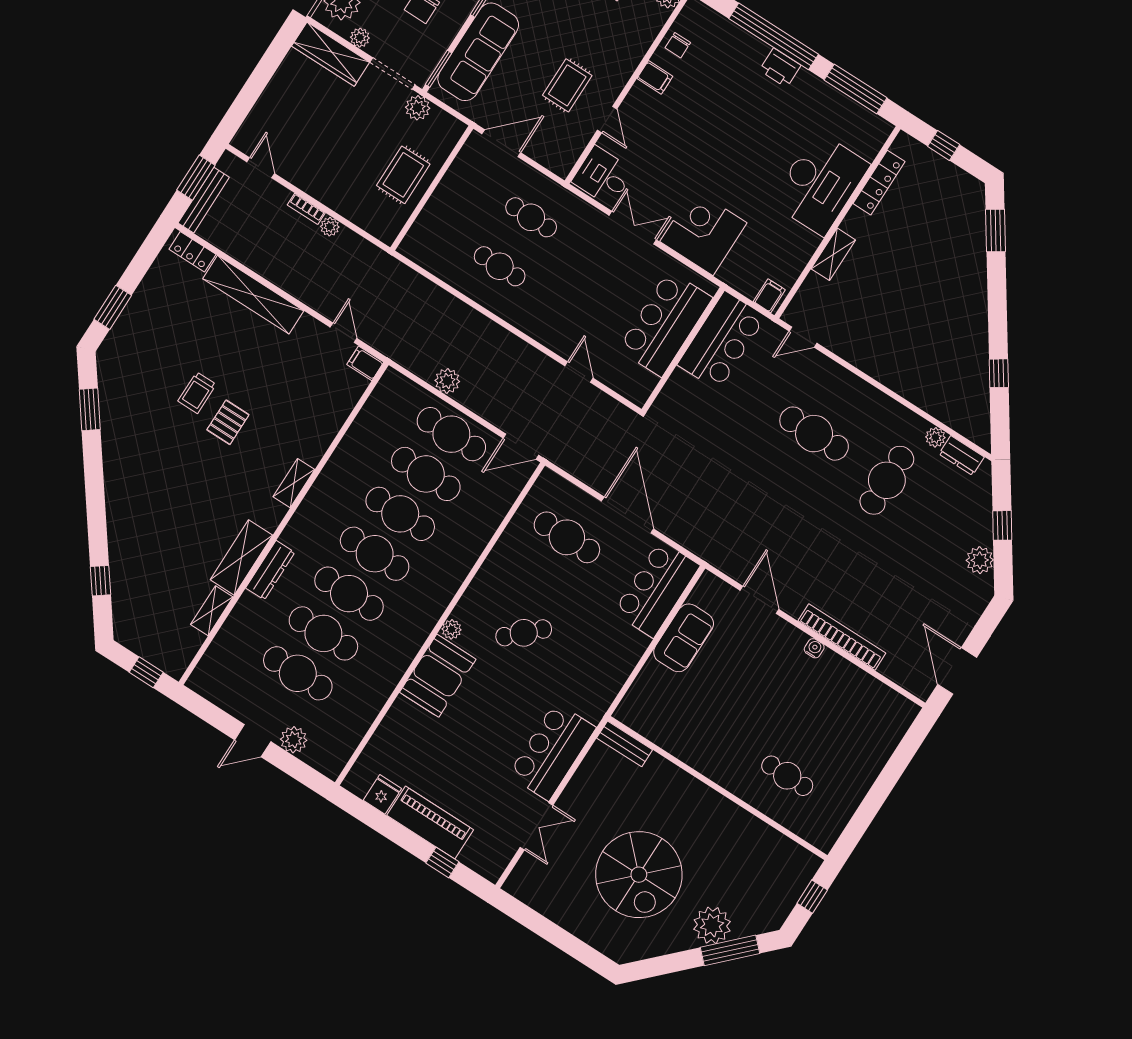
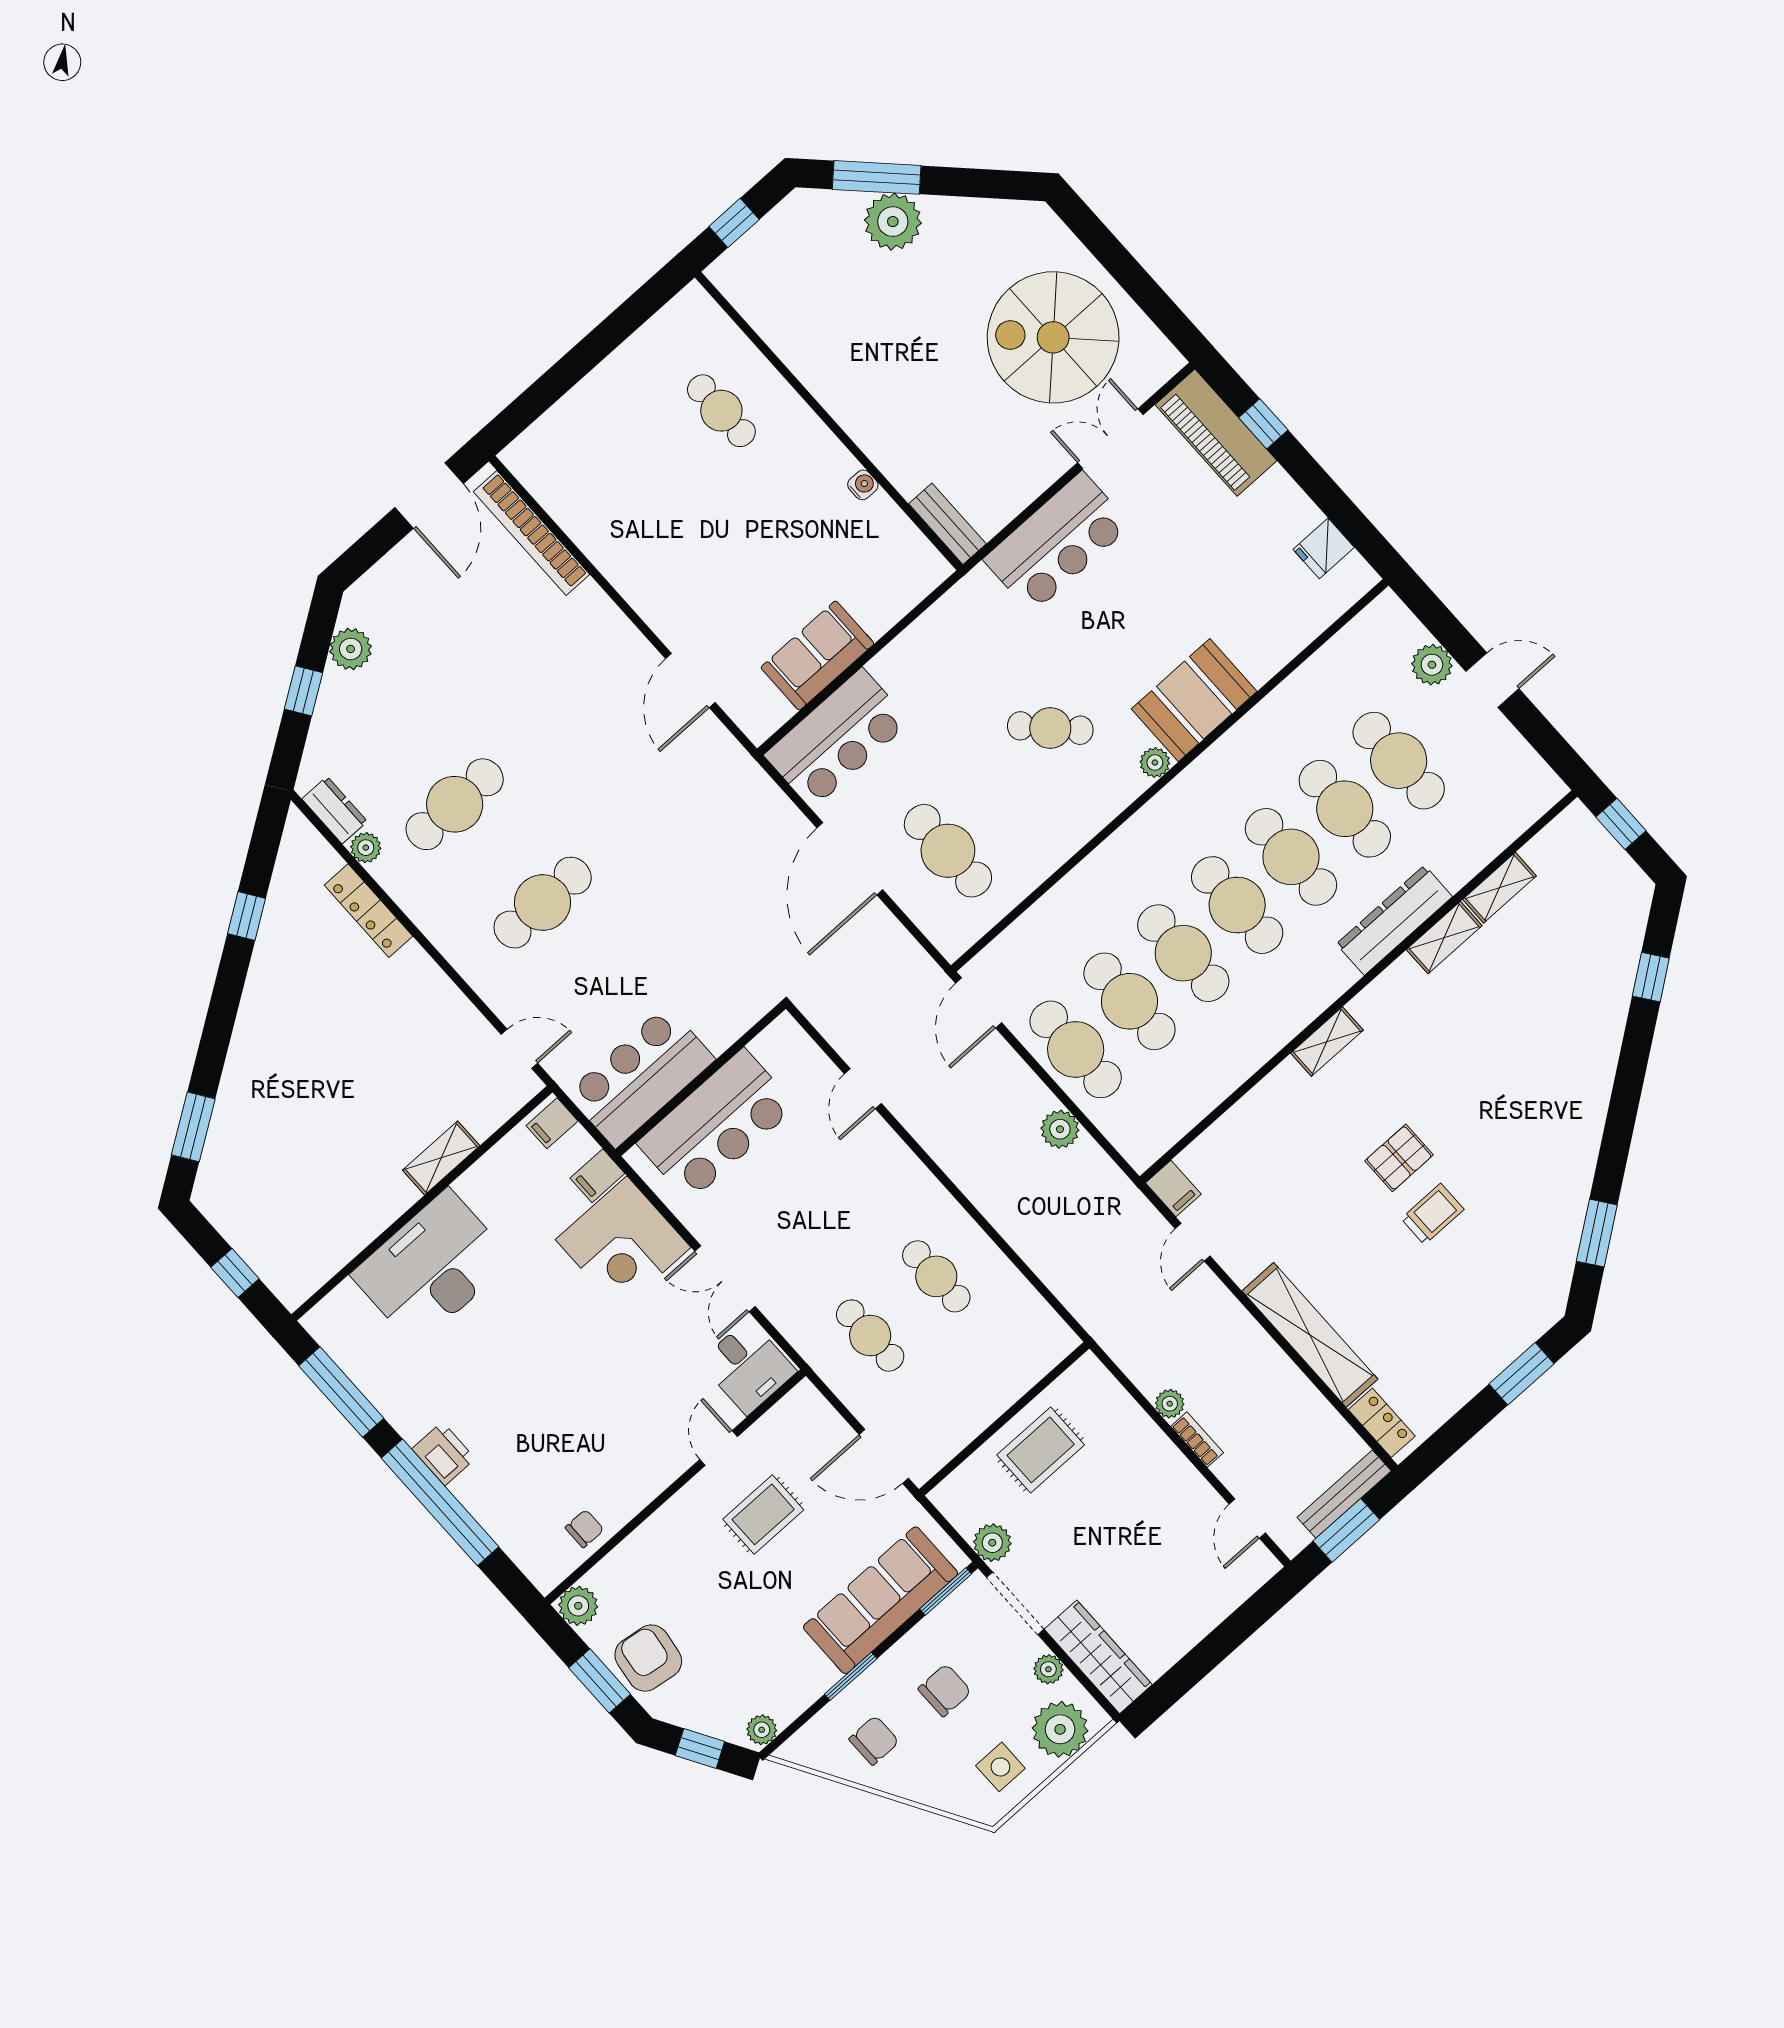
filing cabinet: (655, 77) -> (597, 1176), moved, turned -90
locker: (879, 183) -> (368, 911), moved, turned -90
cafe table: (814, 434) -> (543, 903), turned 90
door: (521, 447) -> (979, 1003), swing flipped
shelving: (241, 557) -> (1444, 938), width x0.67, depth x0.75
dresser: (270, 570) -> (1394, 920), width x1.37, depth x1.24
bookcase: (842, 637) -> (531, 533), moved
water cooler: (814, 648) -> (863, 485), moved, turned 180
piano: (430, 822) -> (1216, 433), moved
spiral stairs: (639, 875) -> (1053, 337), moved, turned -90

